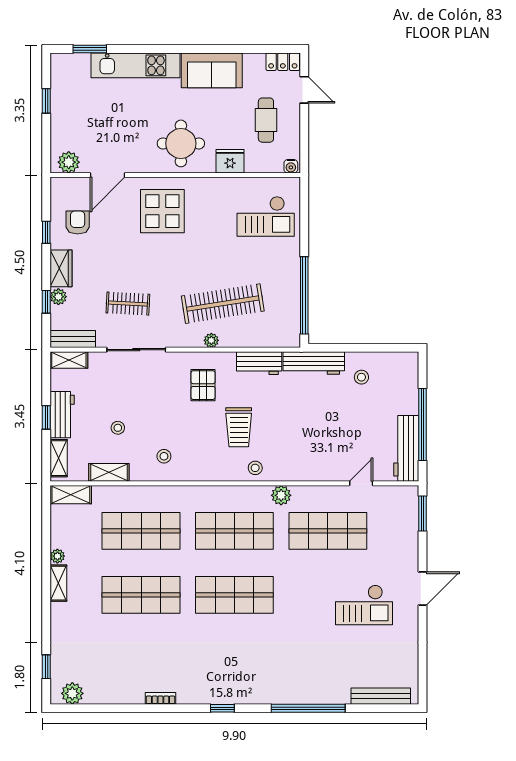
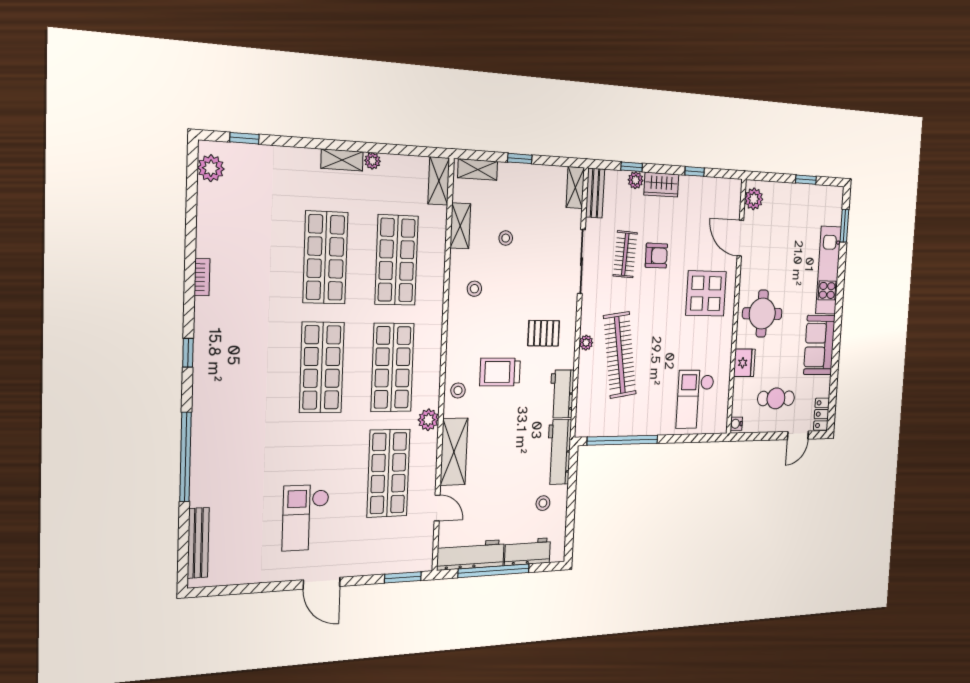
armchair: (78, 223) -> (656, 256), moved
workbench: (62, 415) -> (528, 552), moved, turned 180
shelving: (310, 469) -> (454, 452), added

